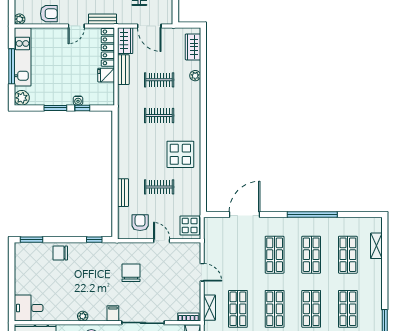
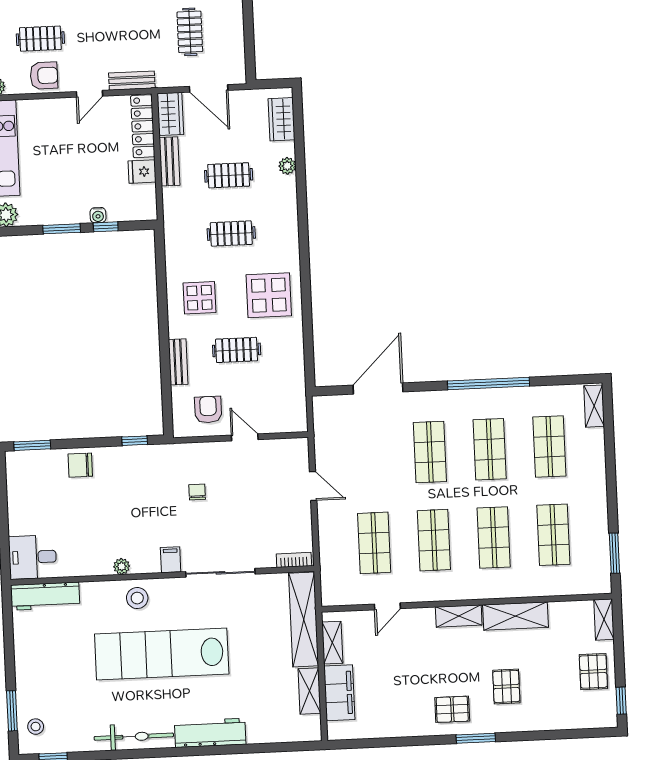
display table: (190, 225) -> (200, 298), moved
shelving: (376, 246) -> (594, 406), moved
chair: (131, 273) -> (197, 492), width x0.54, depth x0.54
shelving: (209, 308) -> (328, 543), removed

